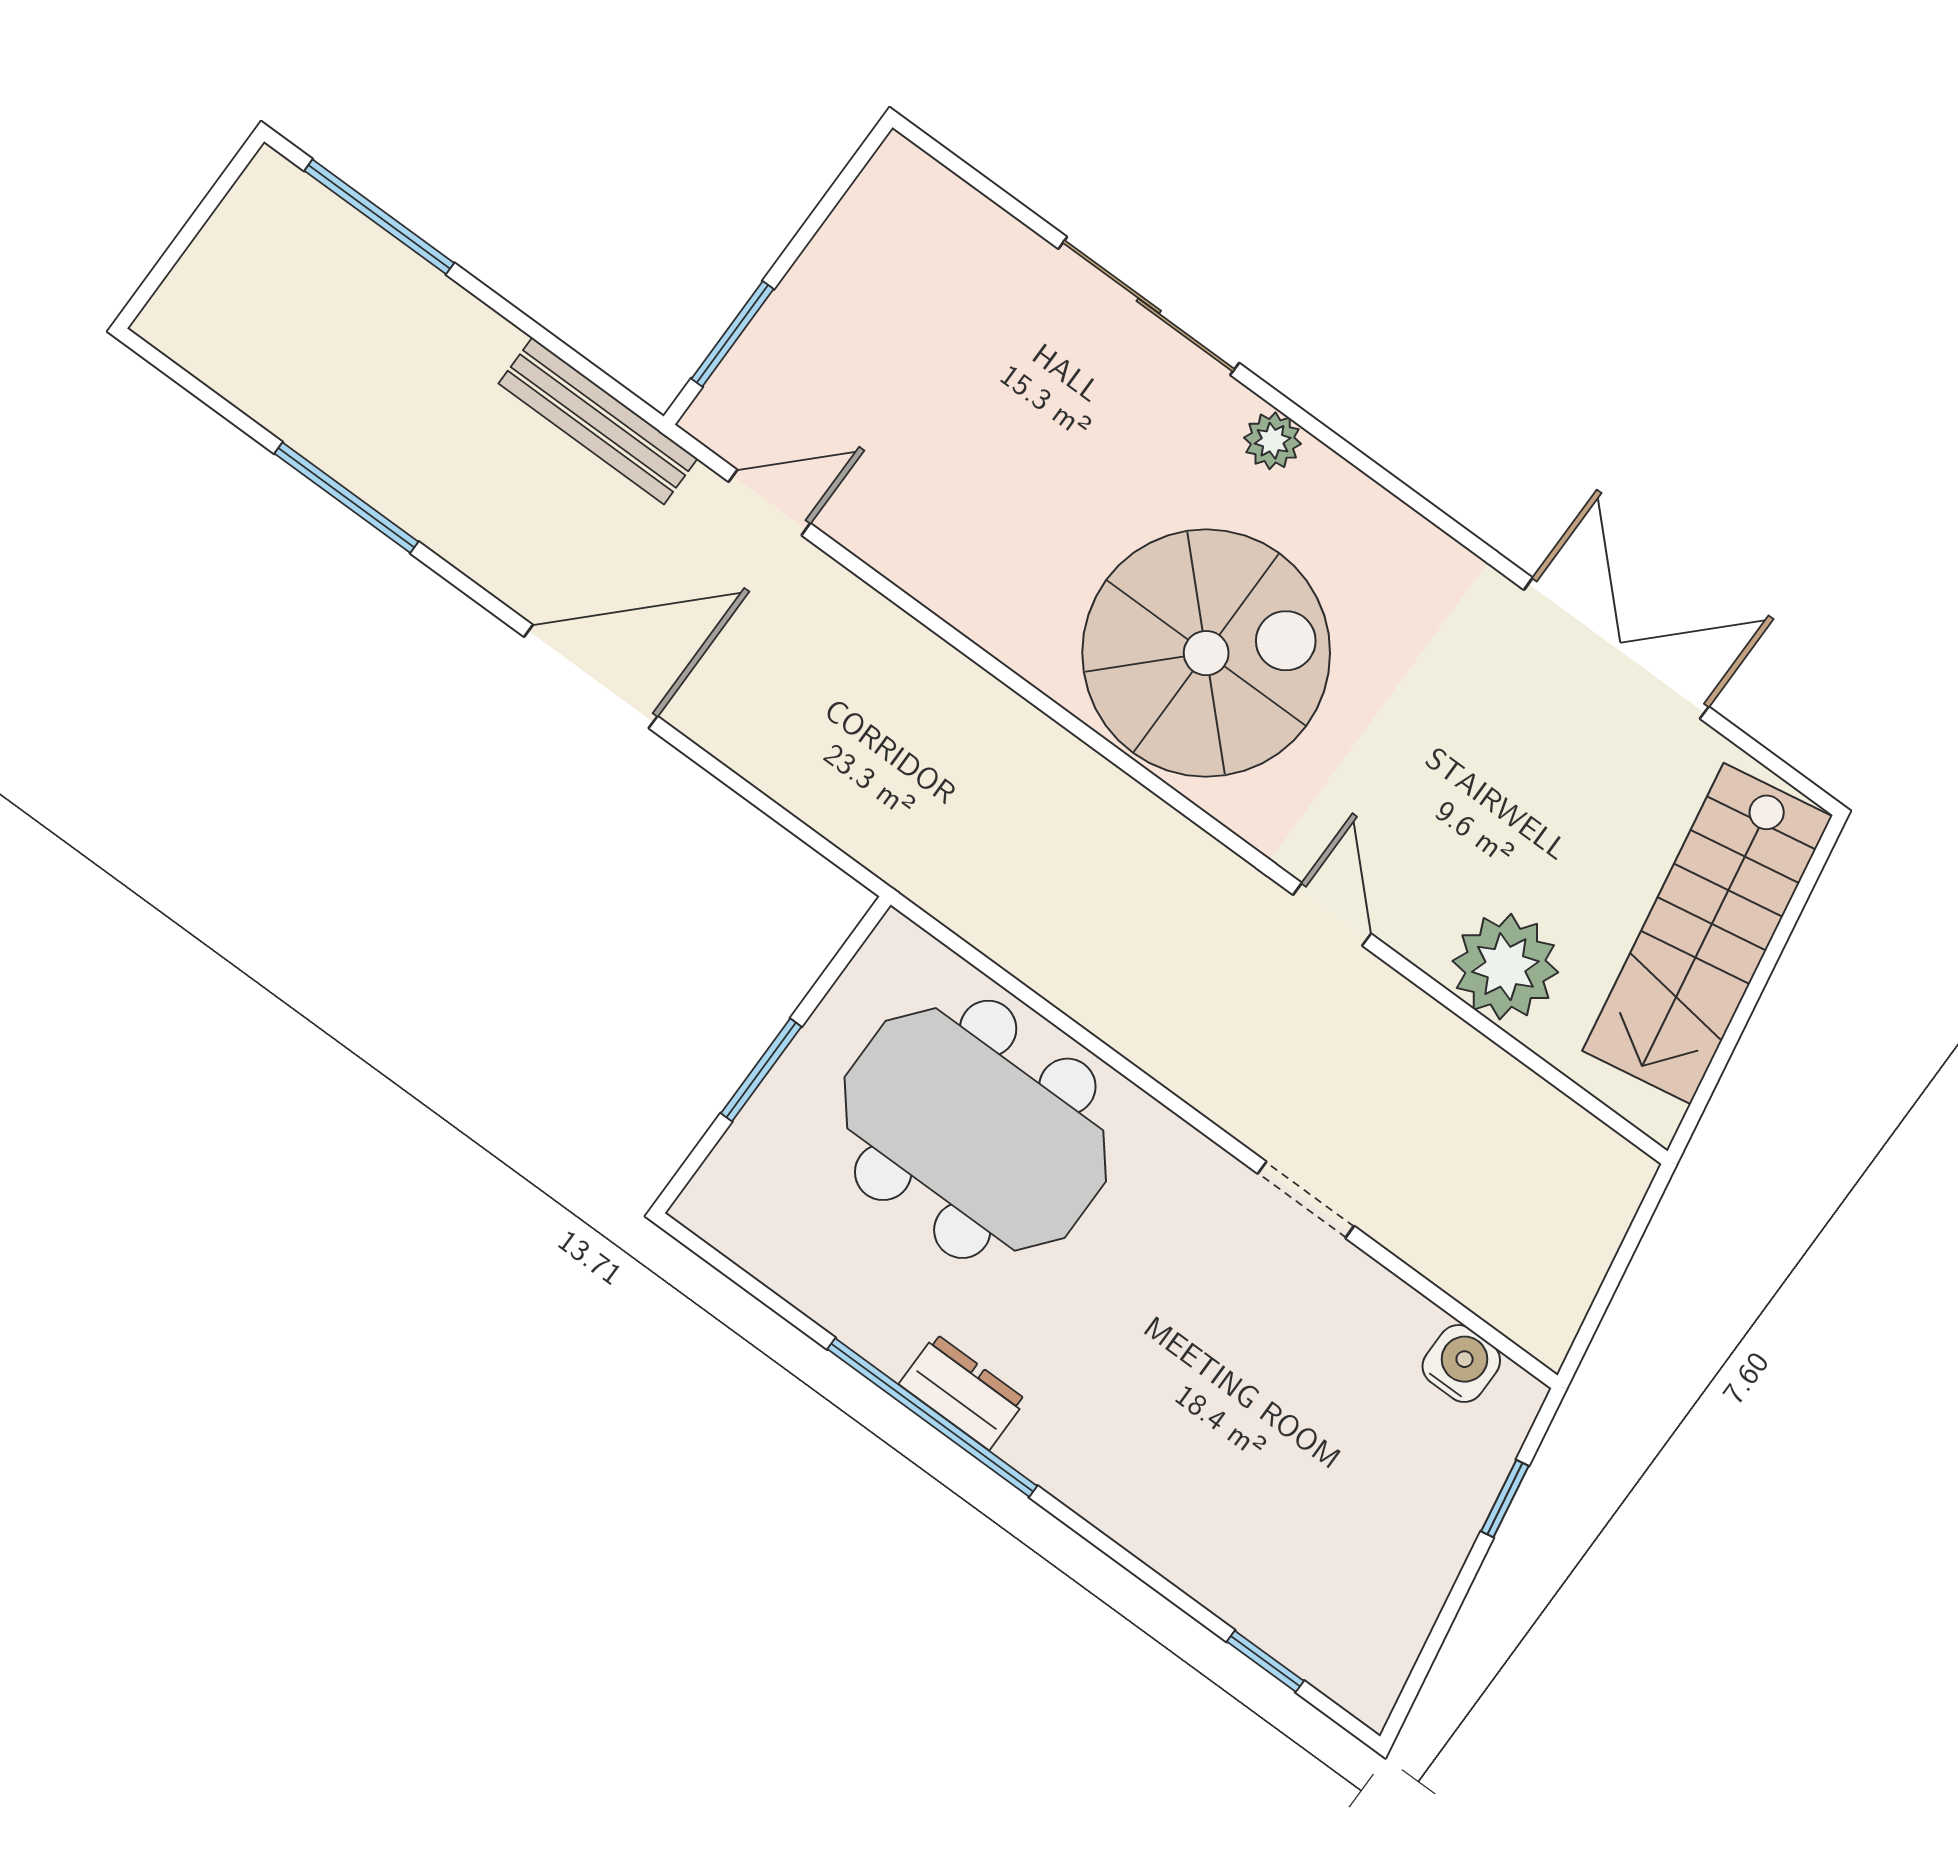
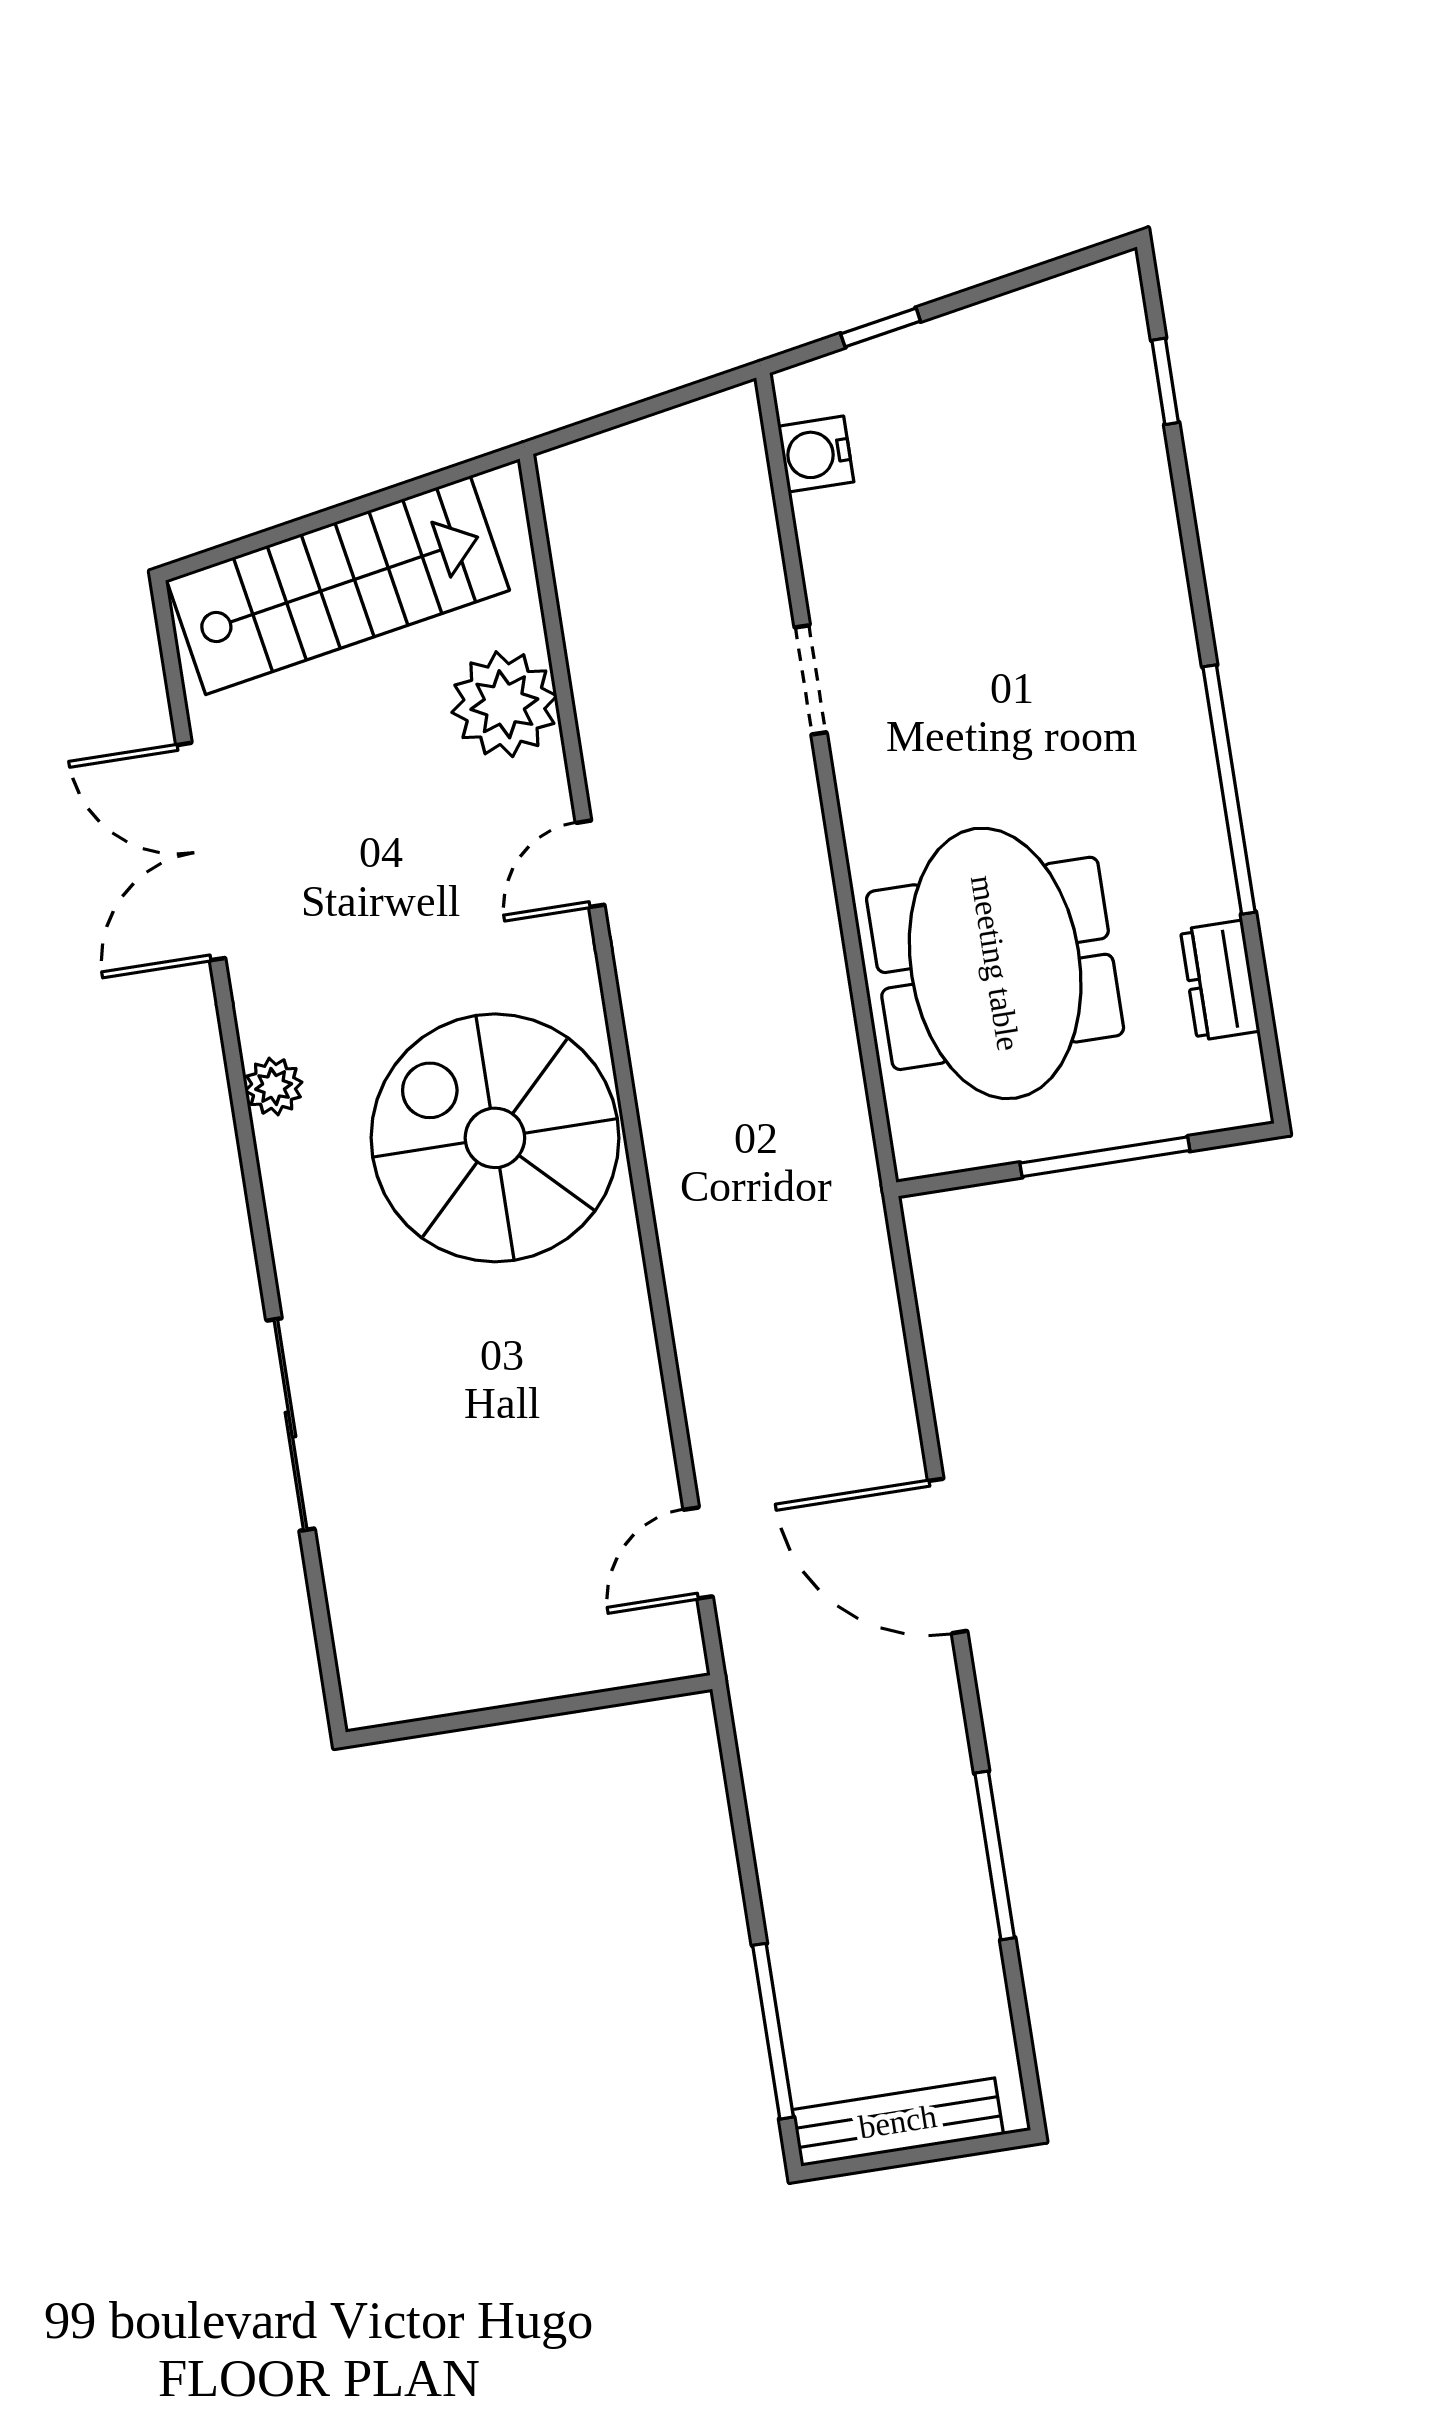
window: (733, 334) -> (605, 1699), removed
bench: (598, 421) -> (898, 2122), moved, turned 90
plant: (1273, 441) -> (274, 1086), moved
door: (770, 503) -> (698, 1553), hinge flipped
window: (761, 1070) -> (1105, 1157), width x1.44
dresser: (962, 1392) -> (1220, 980), moved

